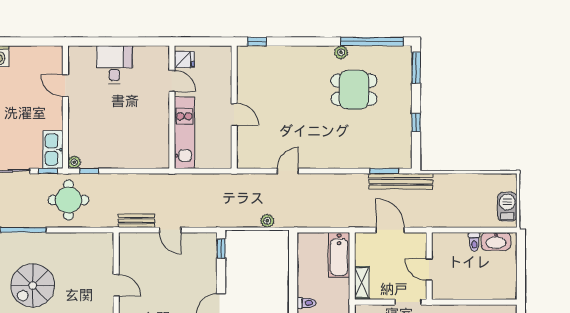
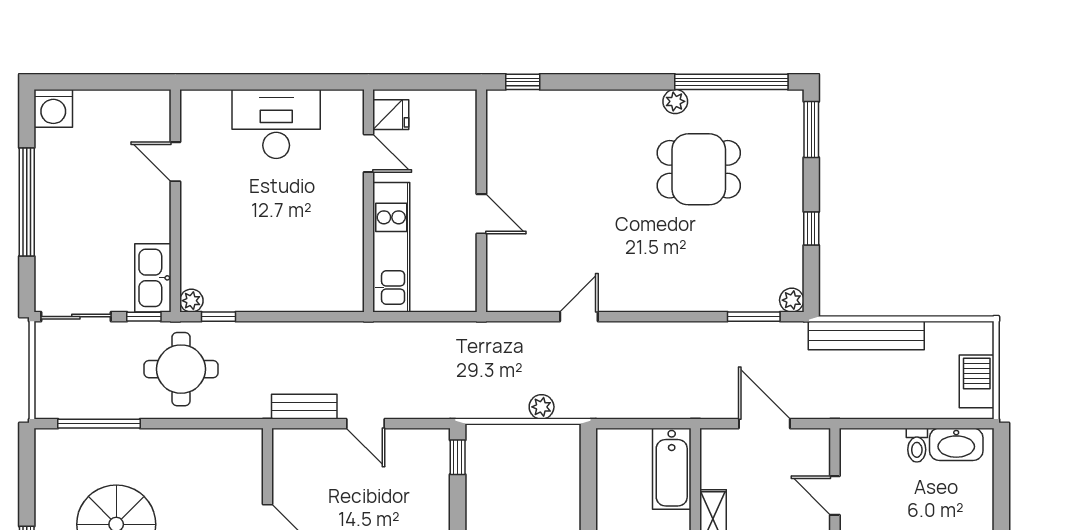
desk: (114, 65) -> (276, 124), width x1.37
plant: (405, 162) -> (792, 300), added
bench: (401, 181) -> (866, 335), moved

